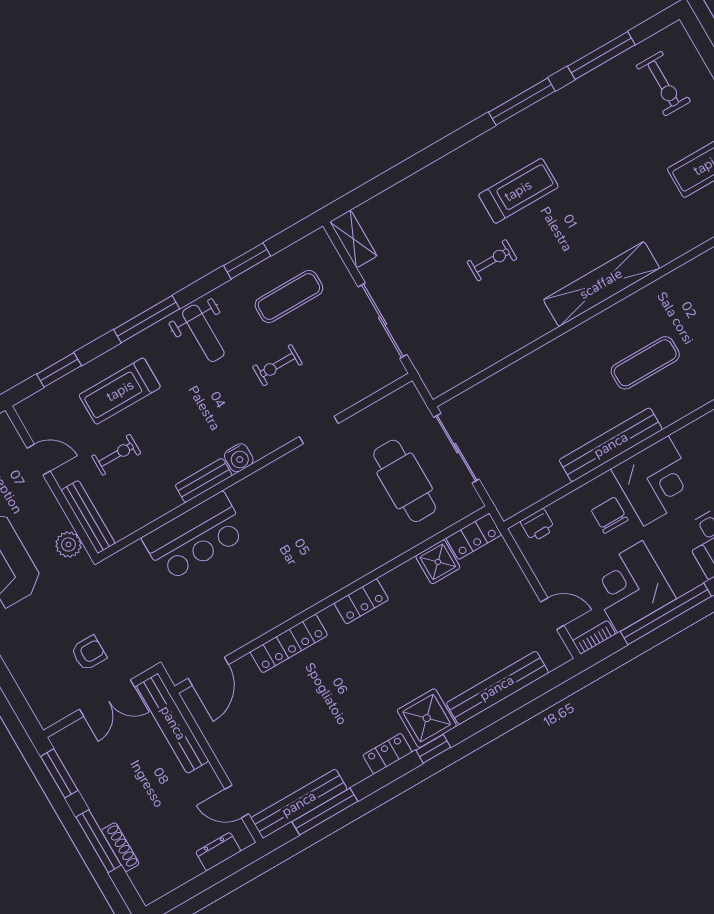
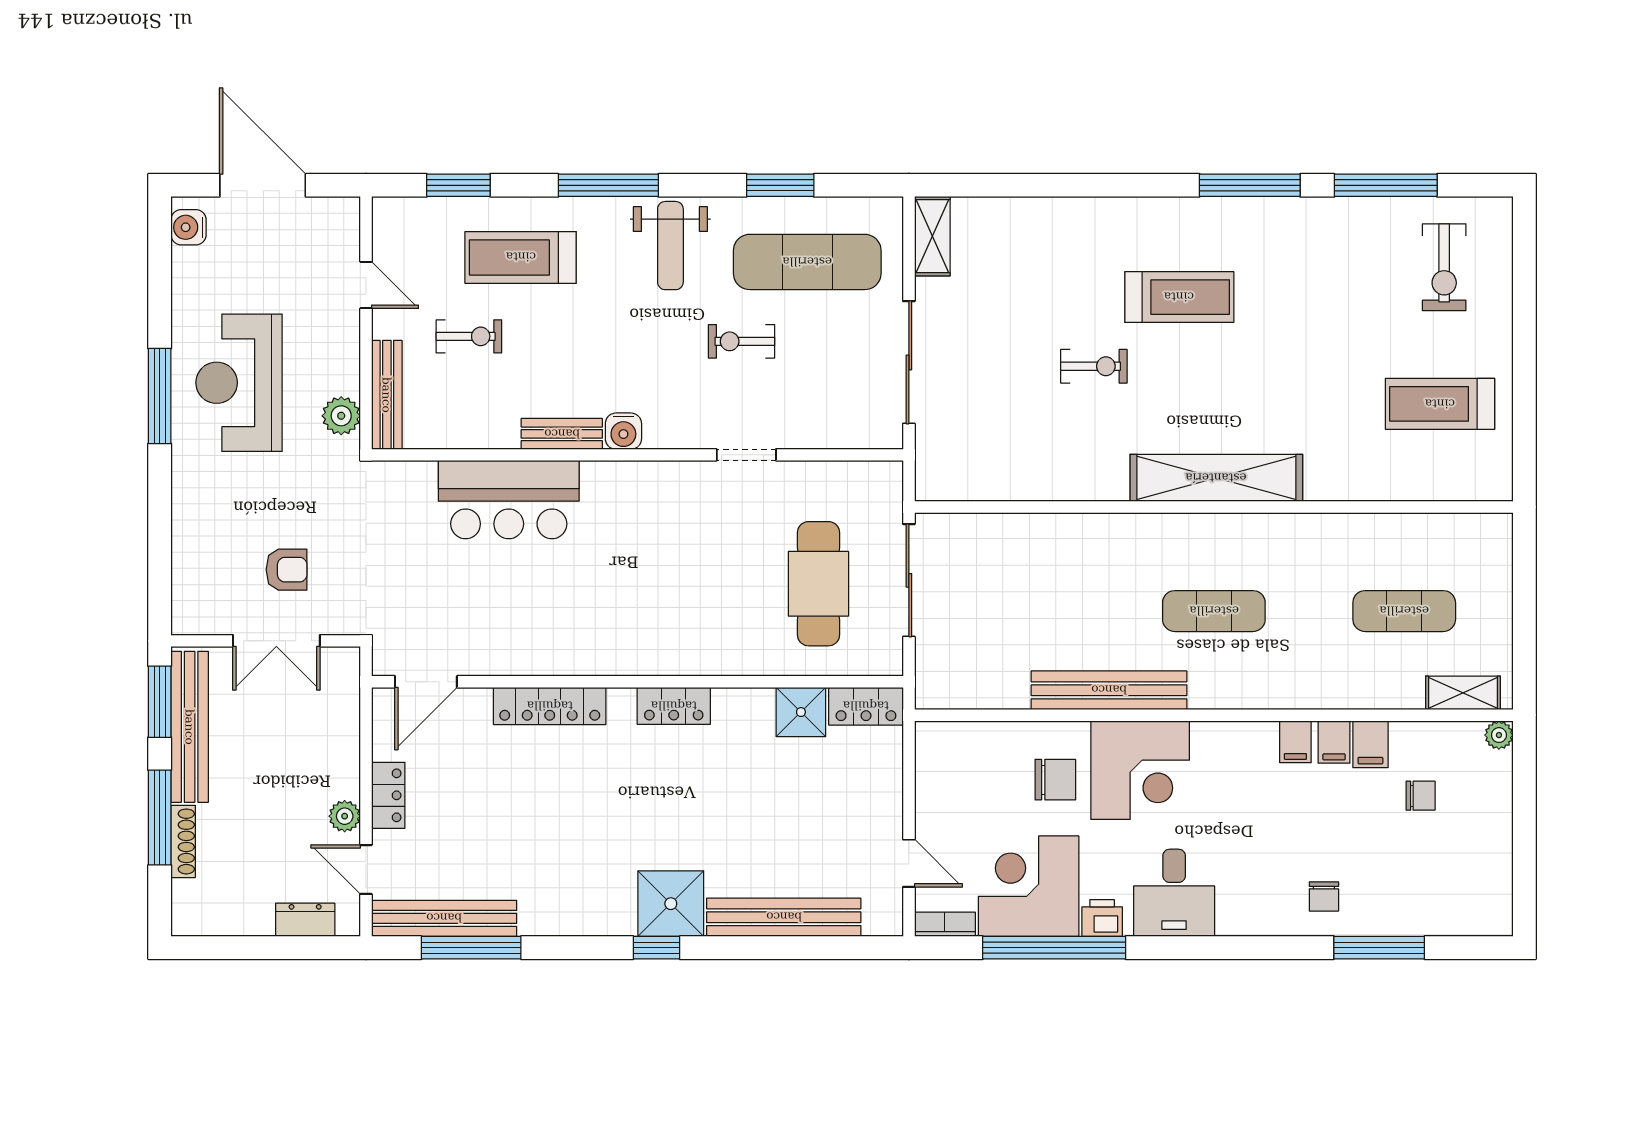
exercise mat: (289, 297) -> (807, 262), width x1.36, depth x1.45
chair: (610, 515) -> (1055, 780), turned 90
printer: (538, 525) -> (1102, 918), moved, turned 180
bench: (173, 723) -> (190, 727), moved
locker: (387, 754) -> (388, 795), moved, turned 90
plant: (206, 778) -> (345, 816), added

